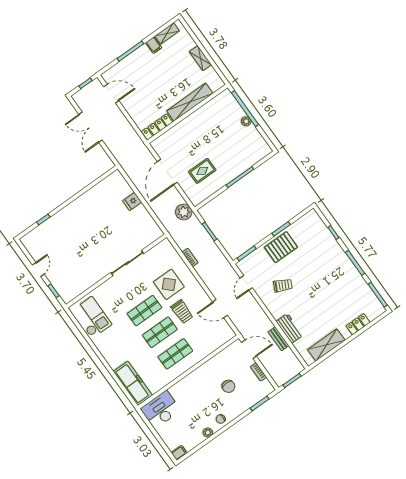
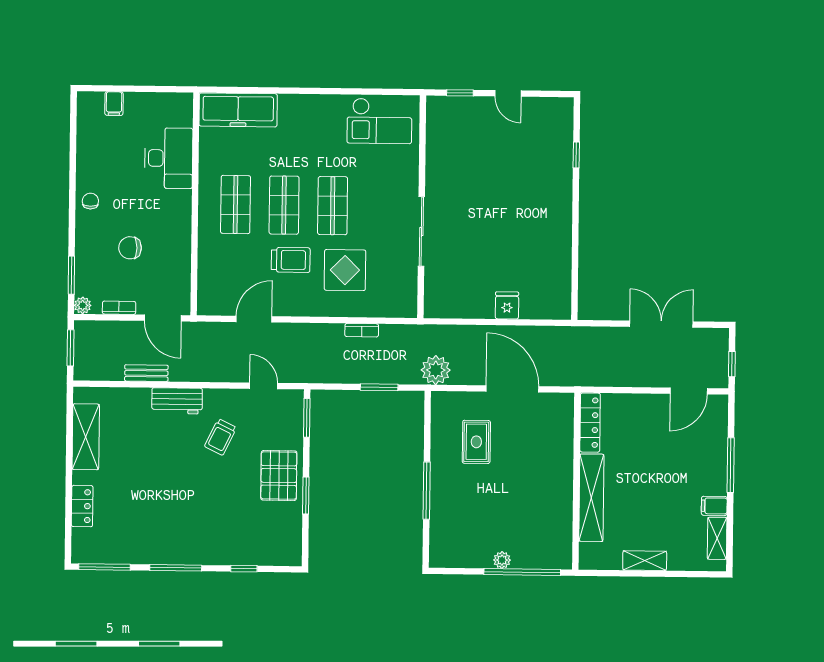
trolley: (182, 312) -> (291, 260), turned 180
workbench: (290, 328) -> (177, 401), moved
door: (249, 349) -> (163, 318), hinge flipped
desk: (161, 410) -> (169, 158), moved
plant: (208, 433) -> (83, 305), moved
filing cabinet: (179, 453) -> (114, 104), moved

